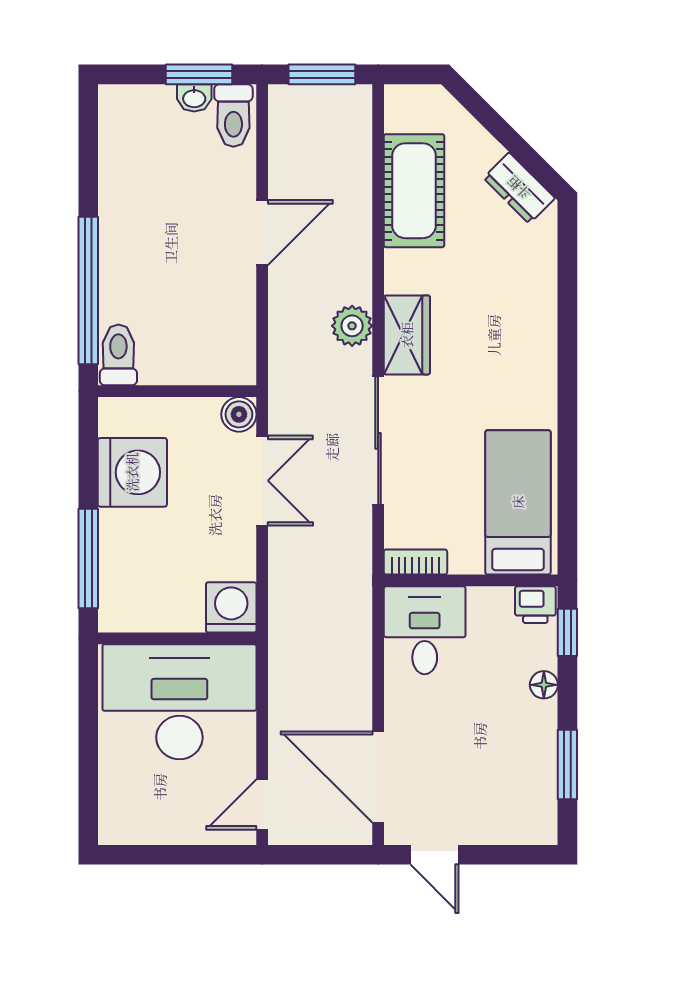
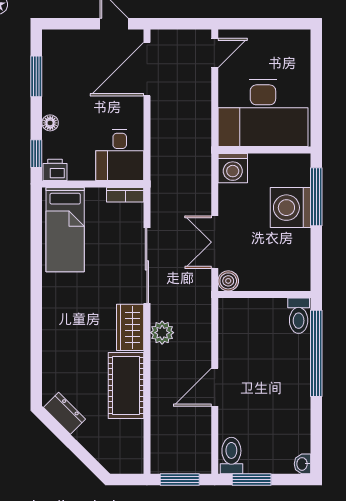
washbasin: (194, 98) -> (302, 464), moved, turned -90
cot: (414, 191) -> (126, 385), moved
washing machine: (132, 472) -> (290, 208), moved
door: (378, 777) -> (147, 69), swing flipped

